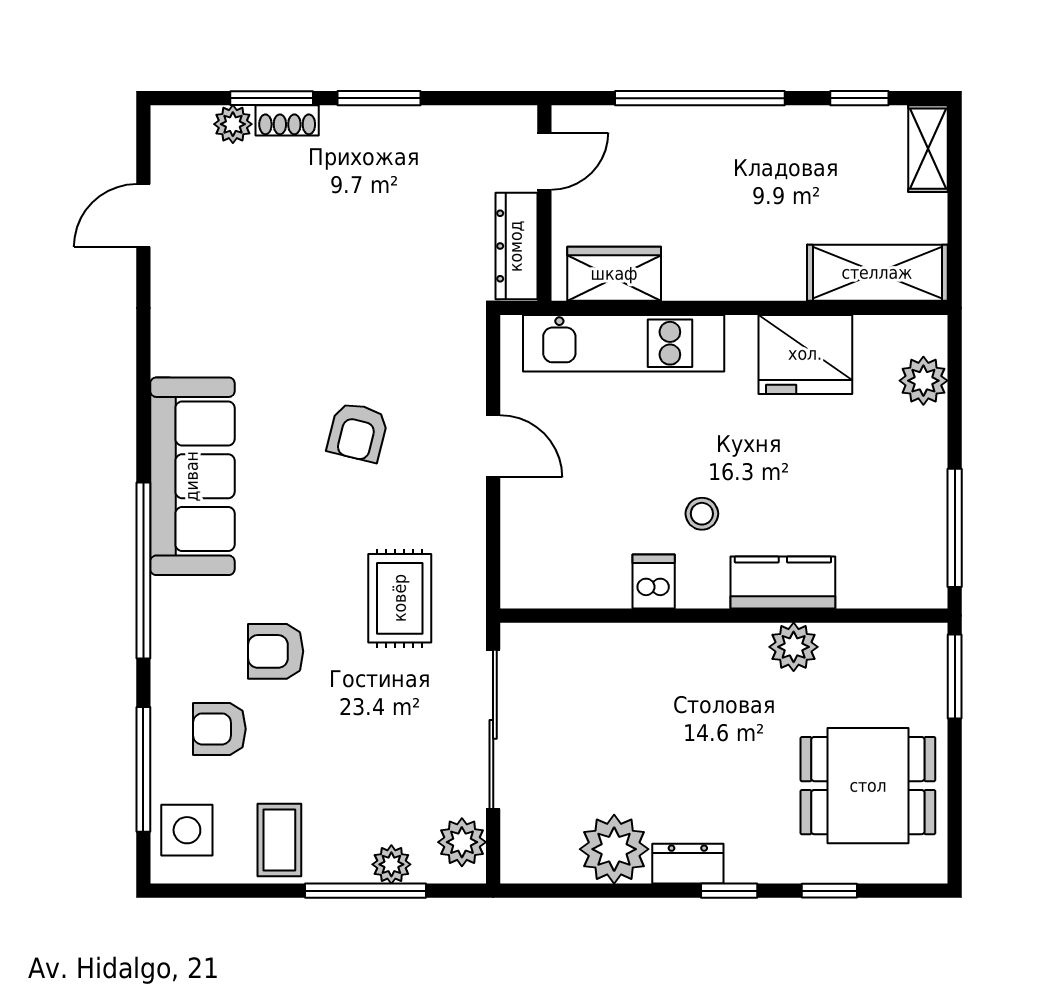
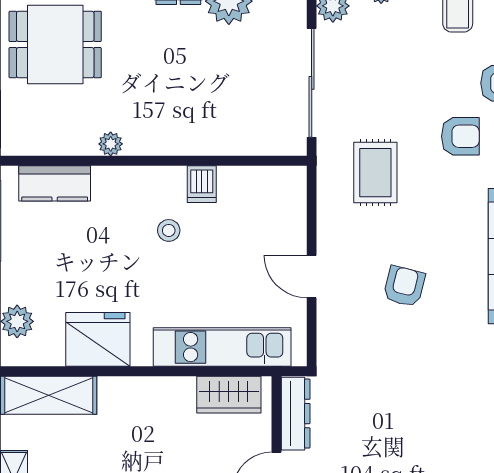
kitchen counter: (783, 583) -> (55, 183), moved
plant: (794, 647) -> (111, 144), width x0.73, depth x0.73

